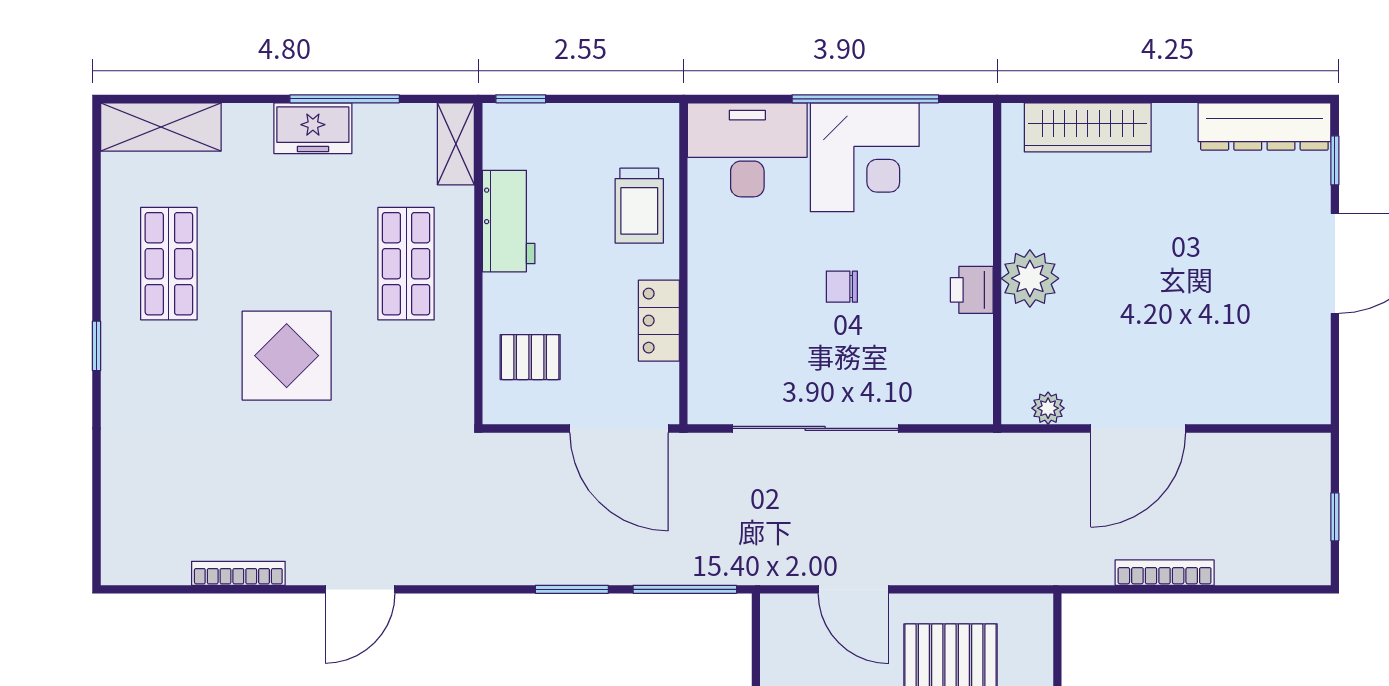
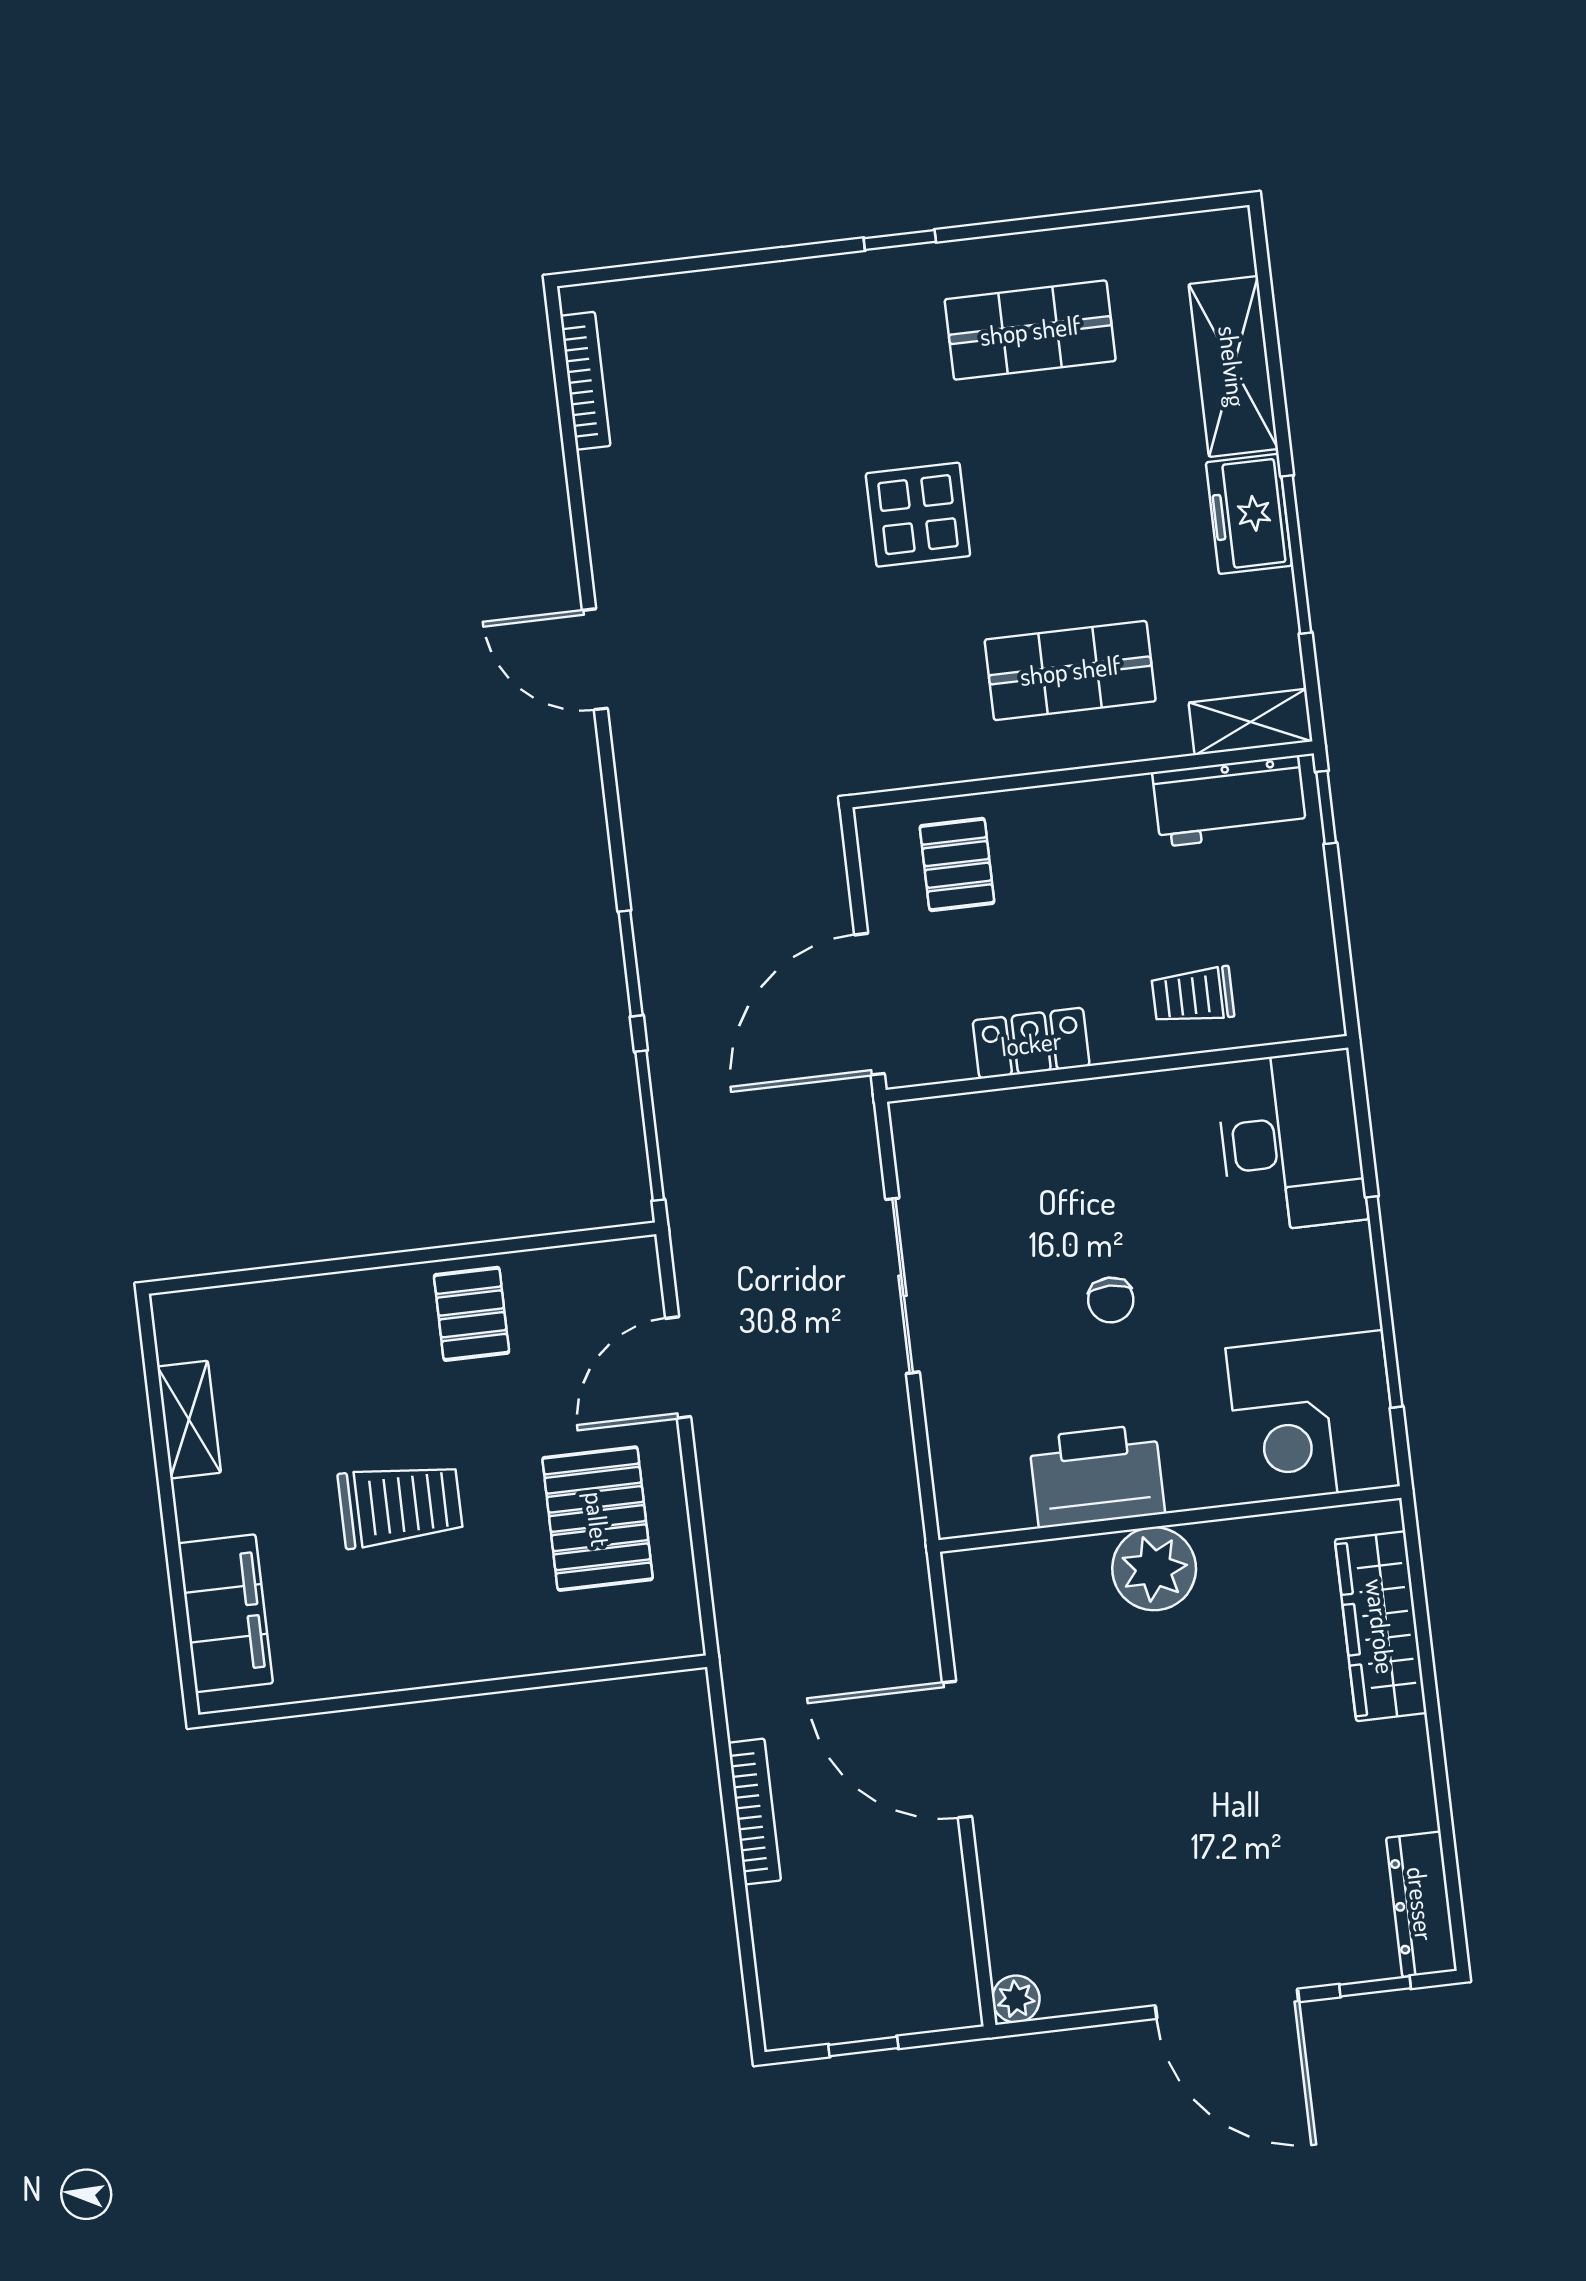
shelving: (161, 127) -> (1233, 366), moved
dresser: (1264, 127) -> (1421, 1904), width x0.73, depth x0.80
corner desk: (865, 157) -> (1313, 1417), moved
trolley: (639, 206) -> (1193, 996), width x0.73, depth x0.72
workbench: (509, 221) -> (1229, 801), moved
chair: (842, 287) -> (1111, 1300), turned 180
printer: (972, 290) -> (1097, 1476), width x1.87, depth x1.48
display table: (287, 356) -> (918, 515), width x0.73, depth x0.73
plant: (1048, 408) -> (1016, 1999), moved
sliding door: (815, 428) -> (903, 1286), width x0.73
bookcase: (238, 573) -> (585, 381), moved

